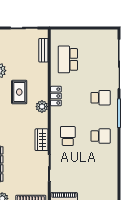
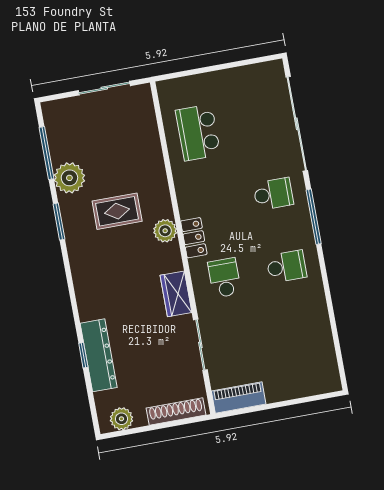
bench: (43, 50) -> (149, 124), removed
rug: (19, 92) -> (117, 211), turned 90
locker: (56, 96) -> (194, 238), moved

